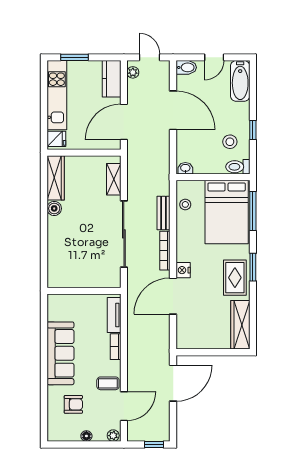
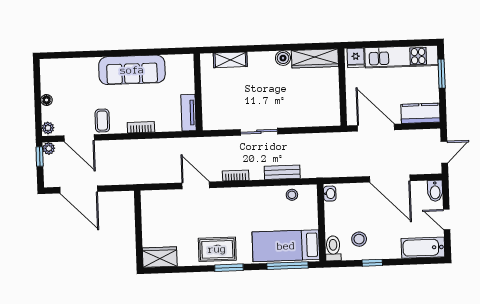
plant: (133, 72) -> (49, 148), moved
door: (173, 110) -> (390, 179), hinge flipped
shelving: (114, 179) -> (230, 60), moved
bed: (227, 212) -> (286, 246), width x0.67
sliding door: (124, 234) -> (259, 132), width x0.54
bookcase: (165, 251) -> (236, 176), width x0.64
nightstand: (183, 270) -> (223, 195), removed
door: (173, 296) -> (196, 185), width x0.73
tv unit: (114, 315) -> (189, 113), moved, turned -90
wardrobe: (240, 325) -> (160, 257), width x0.67
door: (173, 383) -> (79, 189), moved
armchair: (73, 404) -> (79, 85), removed
window: (154, 444) -> (40, 156), moved

